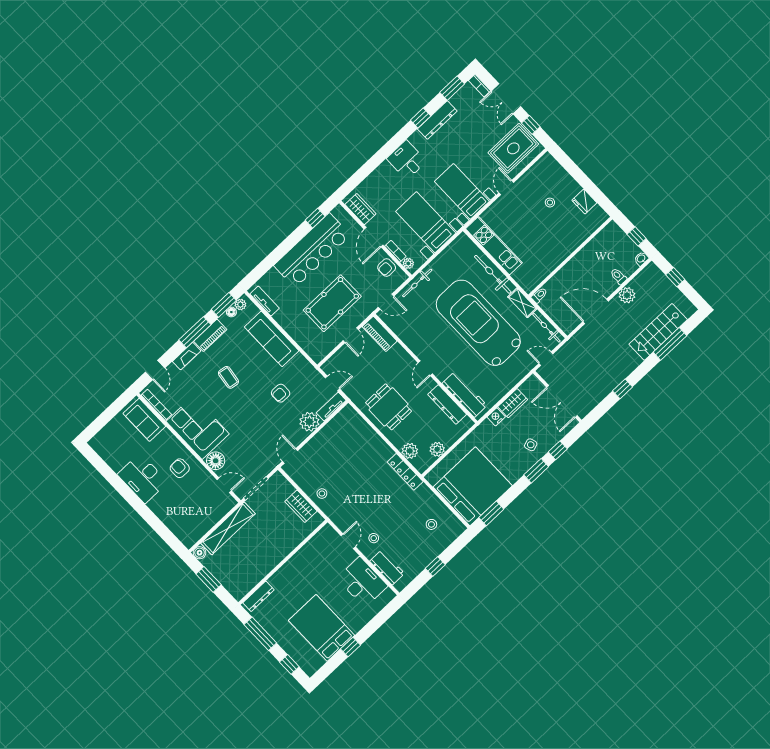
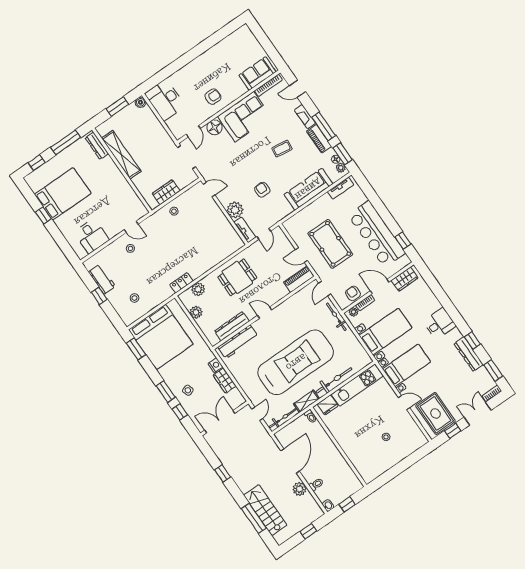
fridge: (584, 202) -> (328, 405), moved, turned 180
locker: (405, 472) -> (181, 283), width x0.66
desk: (143, 478) -> (165, 100), moved, turned -90
shelving: (228, 528) -> (121, 155), moved
workbench: (387, 567) -> (102, 279), moved, turned -90
desk: (362, 582) -> (92, 236), width x0.73

